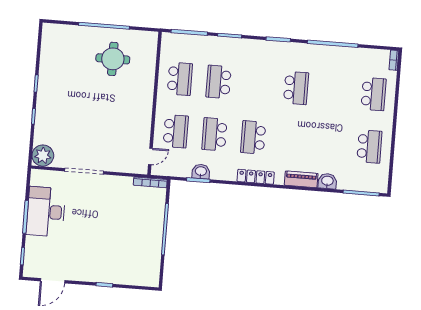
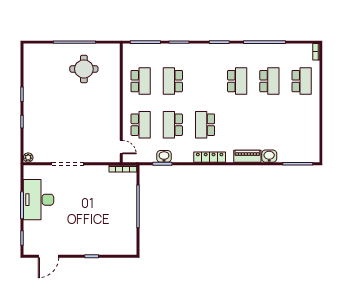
school desk: (369, 146) -> (269, 81), moved
plant: (43, 156) -> (28, 158), width x0.53, depth x0.53
door: (150, 156) -> (121, 147), hinge flipped

